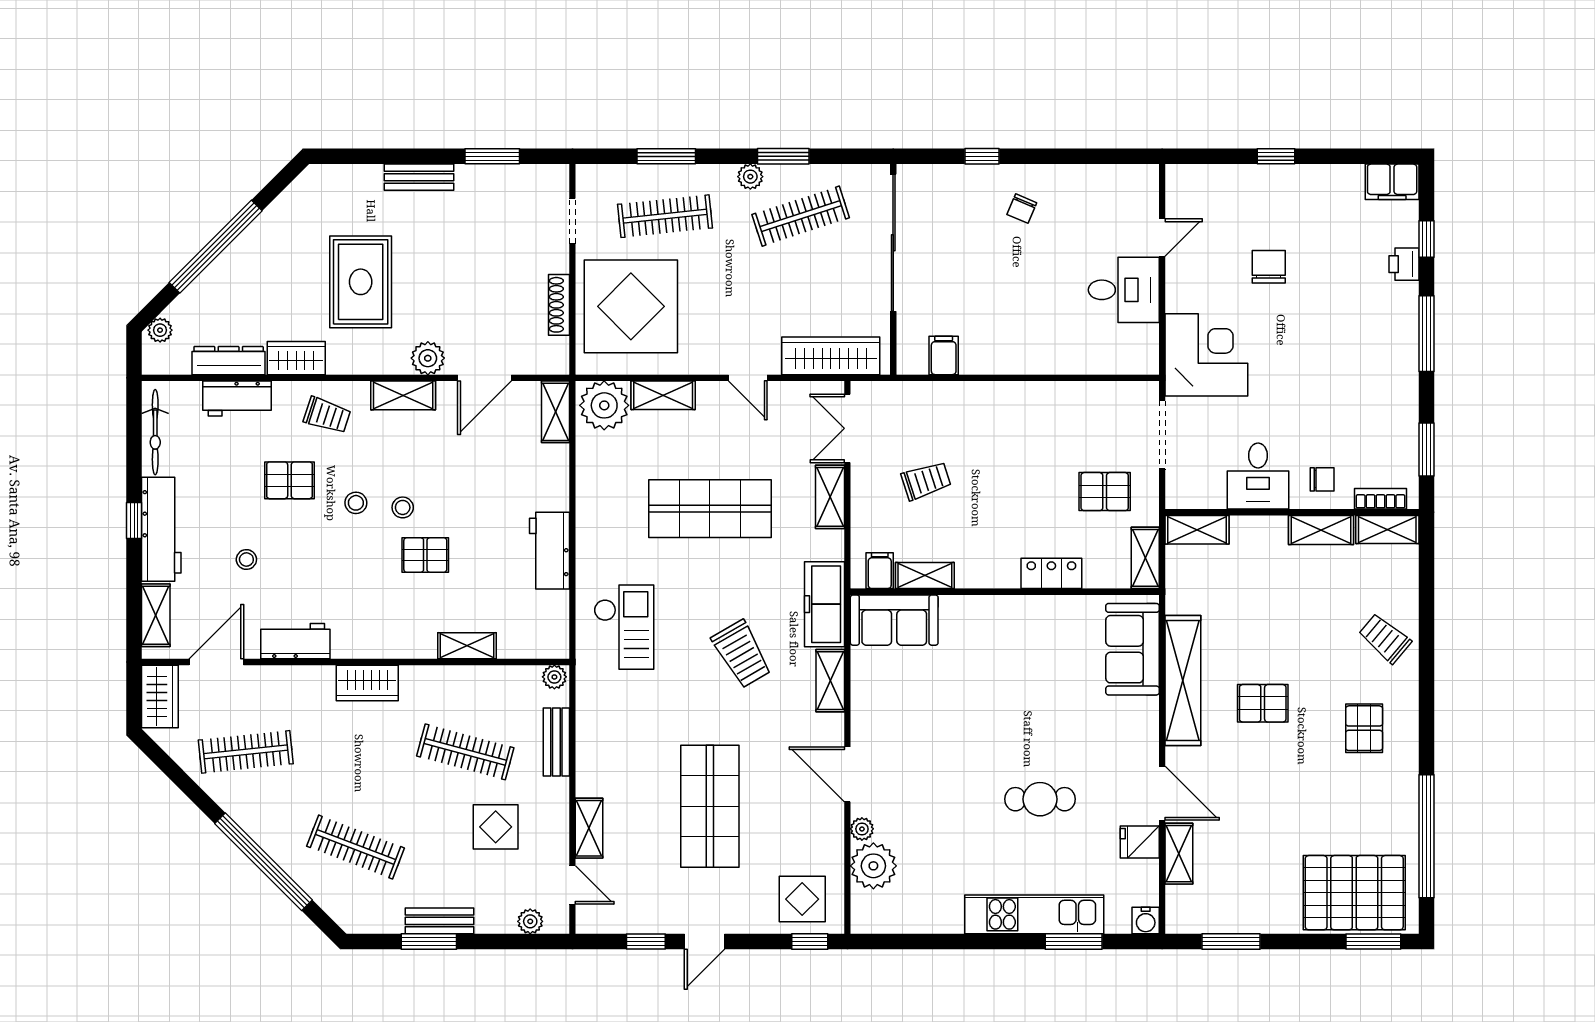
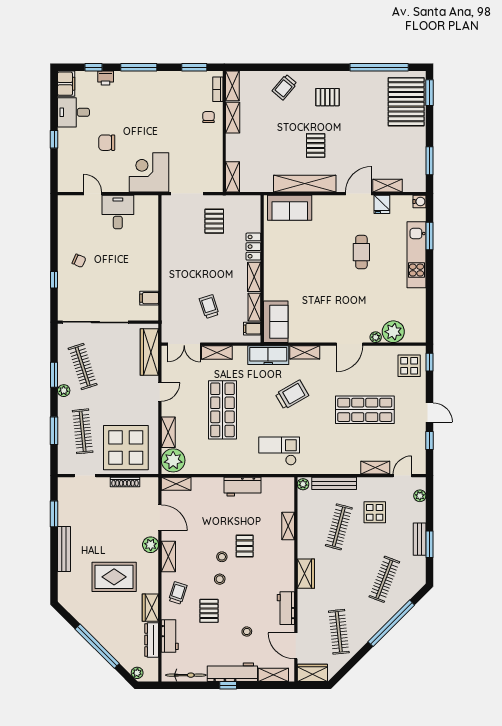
bench: (419, 177) -> (64, 549), width x1.36
desk: (1258, 476) -> (74, 112), moved, turned 180
shelving: (1145, 558) -> (254, 277), moved, turned 90
bench: (556, 742) -> (334, 483), width x1.36

